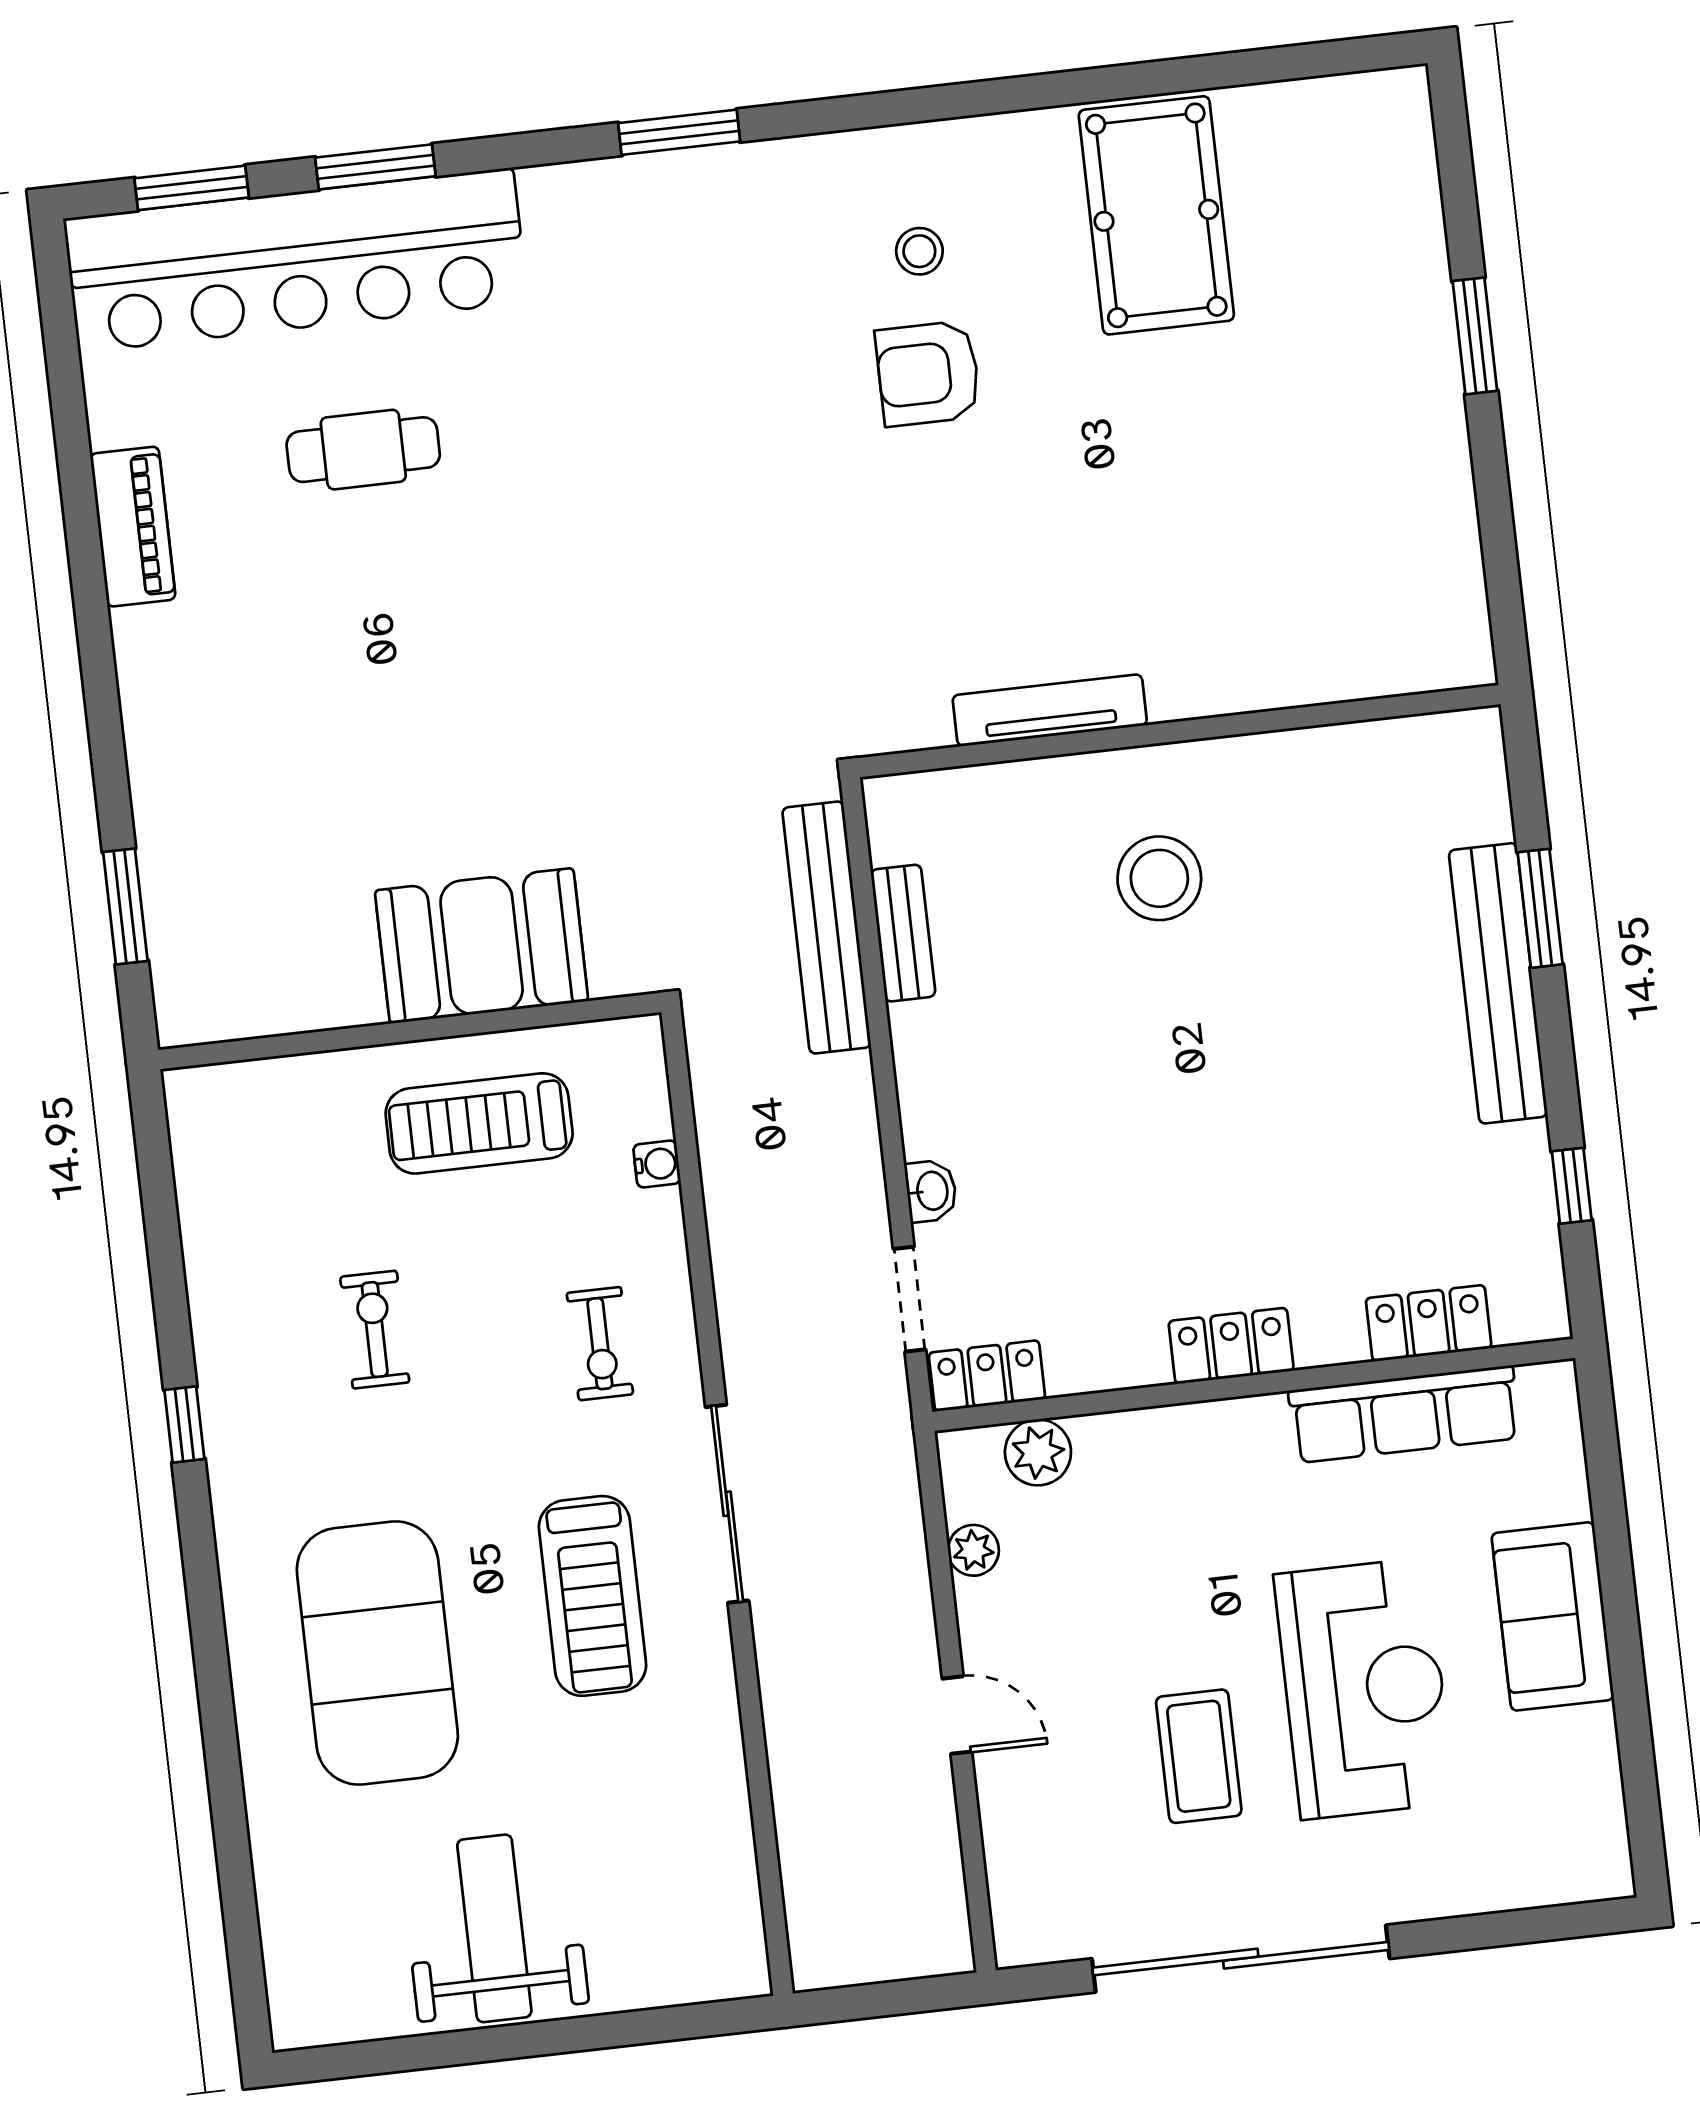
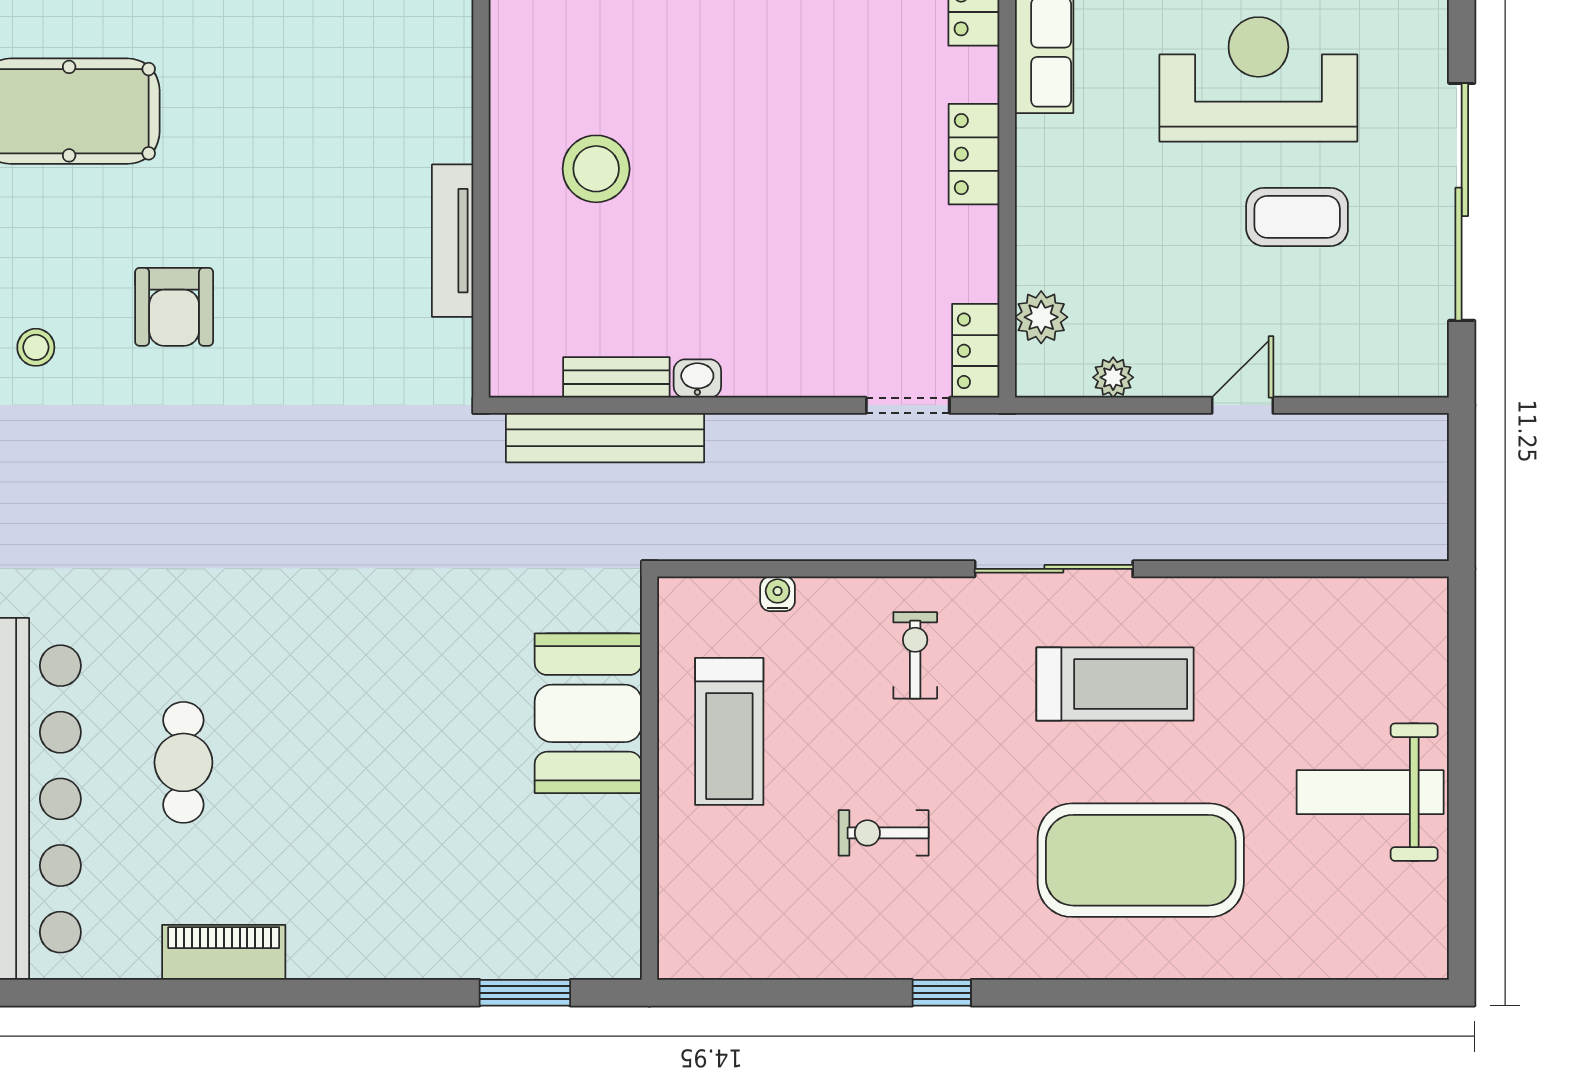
stool: (919, 251) -> (36, 347), moved
washbasin: (931, 1191) -> (697, 378), moved
exercise bike: (600, 1344) -> (915, 655), turned -90

